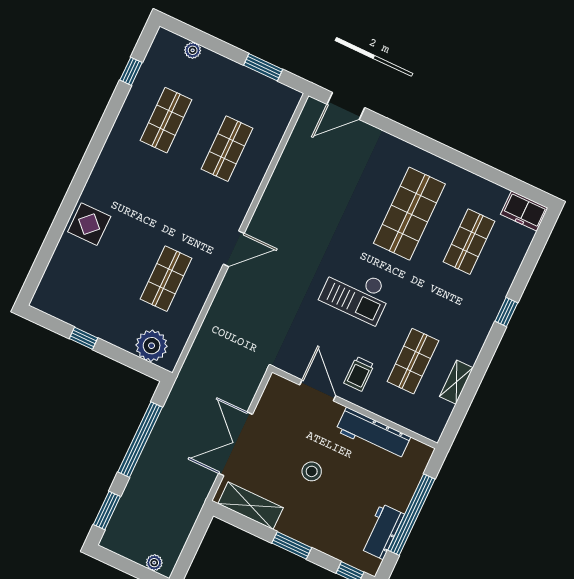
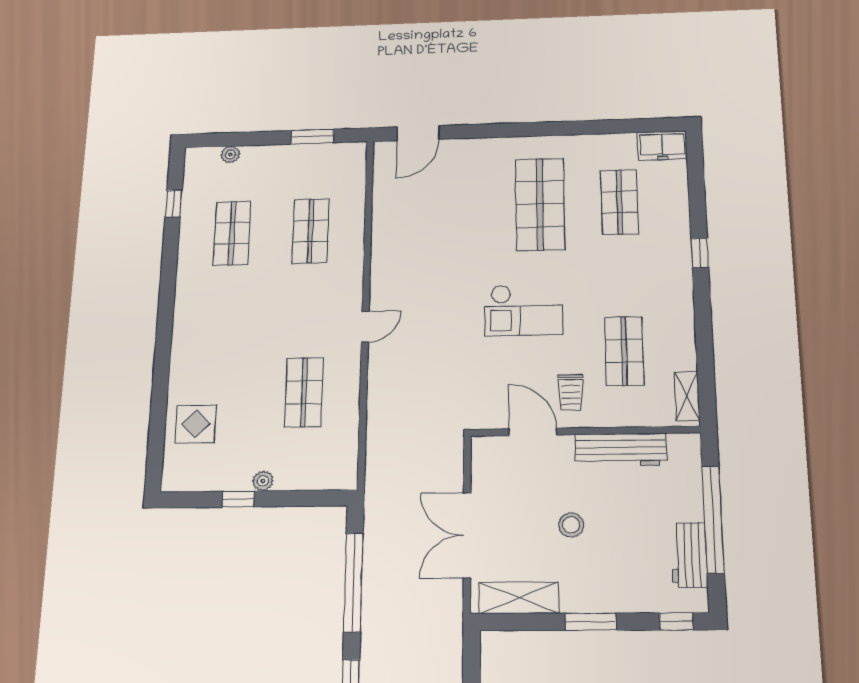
display table: (89, 224) -> (196, 424), moved
door: (234, 249) -> (365, 327), width x0.73
plant: (152, 346) -> (263, 481), moved, width x0.53, depth x0.53
shelving: (456, 382) -> (687, 396), moved

